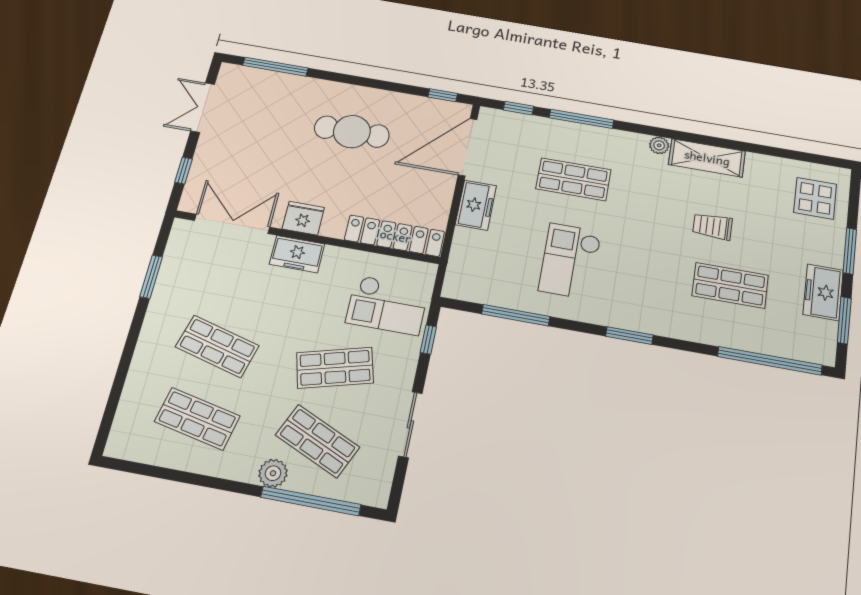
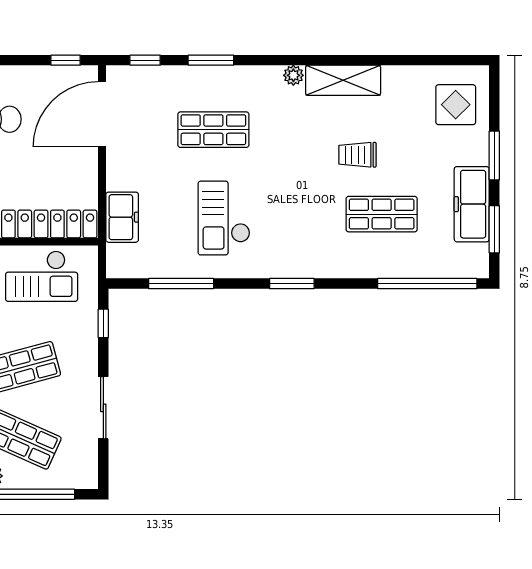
window: (581, 119) -> (211, 60), width x0.69
freezer: (476, 205) -> (122, 217), moved
freezer: (823, 292) -> (472, 204), width x1.40
checkout: (387, 305) -> (42, 276), moved

